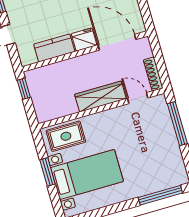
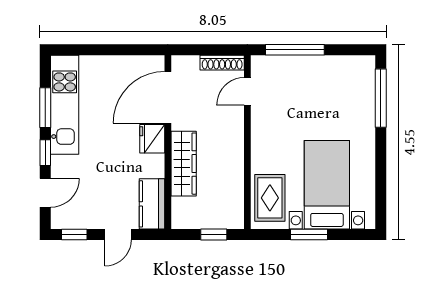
kitchen counter: (54, 48) -> (152, 204), moved
window: (24, 89) -> (214, 235), moved
wardrobe: (100, 97) -> (184, 164), moved, turned 180

